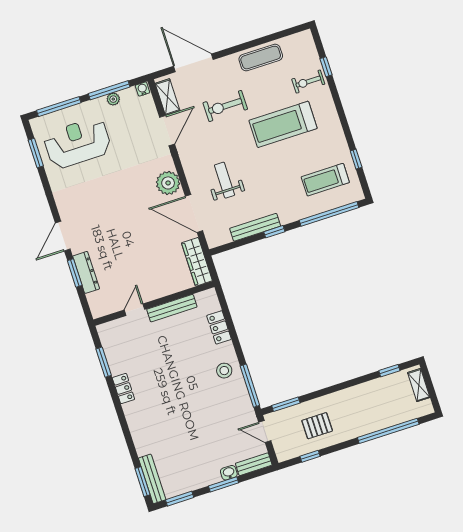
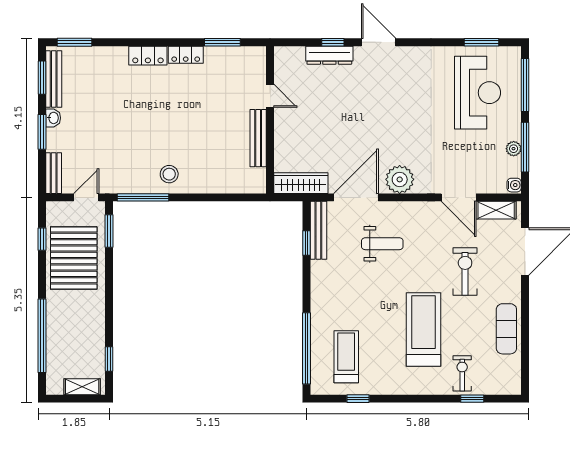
bench: (255, 227) -> (318, 230), moved
window: (274, 232) -> (306, 243), moved
window: (75, 273) -> (333, 42), width x0.67
locker: (219, 327) -> (148, 56), moved, turned 180
pallet: (317, 426) -> (74, 258), width x2.05, depth x2.00
washbasin: (229, 473) -> (53, 118), moved
bench: (152, 479) -> (54, 79), moved, turned 90

